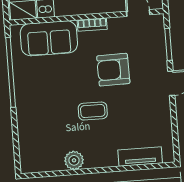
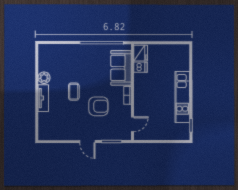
armchair: (113, 70) -> (98, 106), turned 91
tv unit: (140, 157) -> (43, 98), moved

